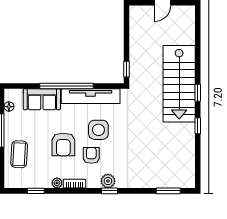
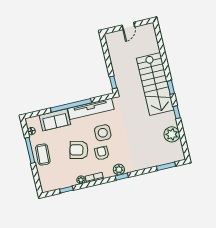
armchair: (63, 144) -> (79, 150), turned 104
plant: (185, 152) -> (172, 134), added
coffee table: (19, 154) -> (43, 155), moved

